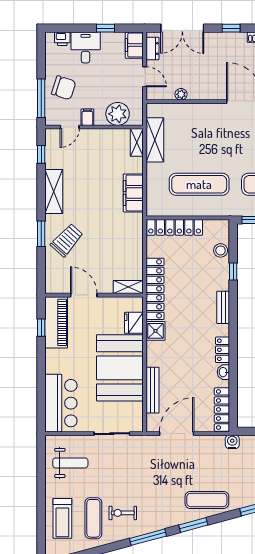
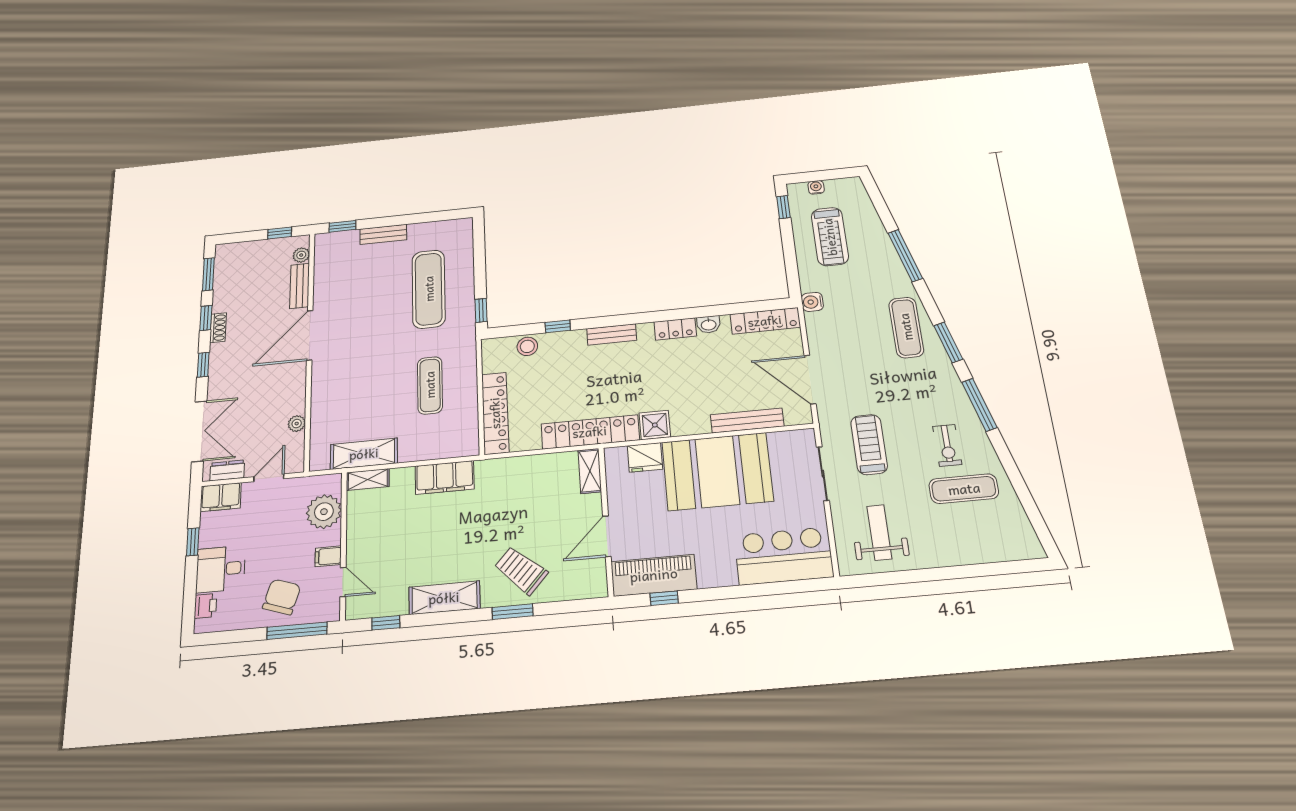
exercise mat: (199, 184) -> (430, 385), width x0.73, depth x0.69
treadmill: (62, 518) -> (869, 444), moved, turned -90

